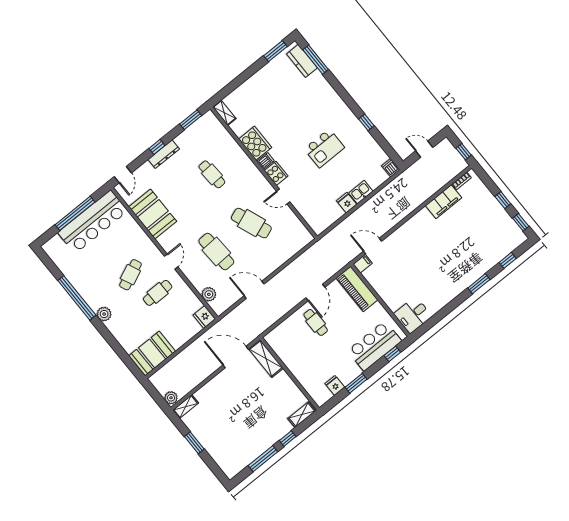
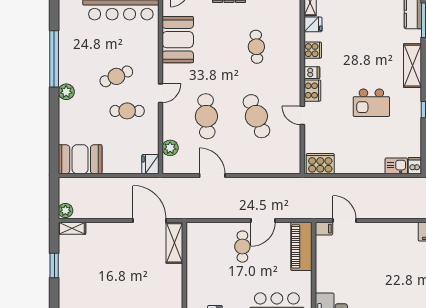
shelving: (332, 99) -> (413, 66), added
cooker: (255, 143) -> (313, 50), width x0.53, depth x0.76
kitchen sink: (361, 192) -> (396, 166), moved
fridge: (347, 203) -> (313, 24), moved, turned 90
cooker: (323, 220) -> (320, 164), added

